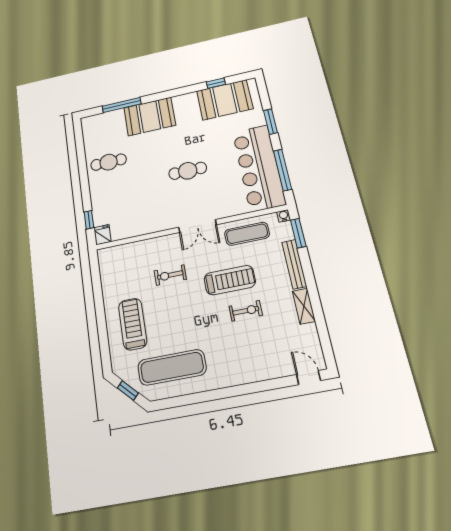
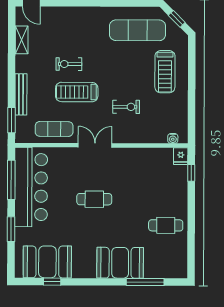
water cooler: (284, 216) -> (173, 138), moved
shelving: (304, 306) -> (22, 40), moved

